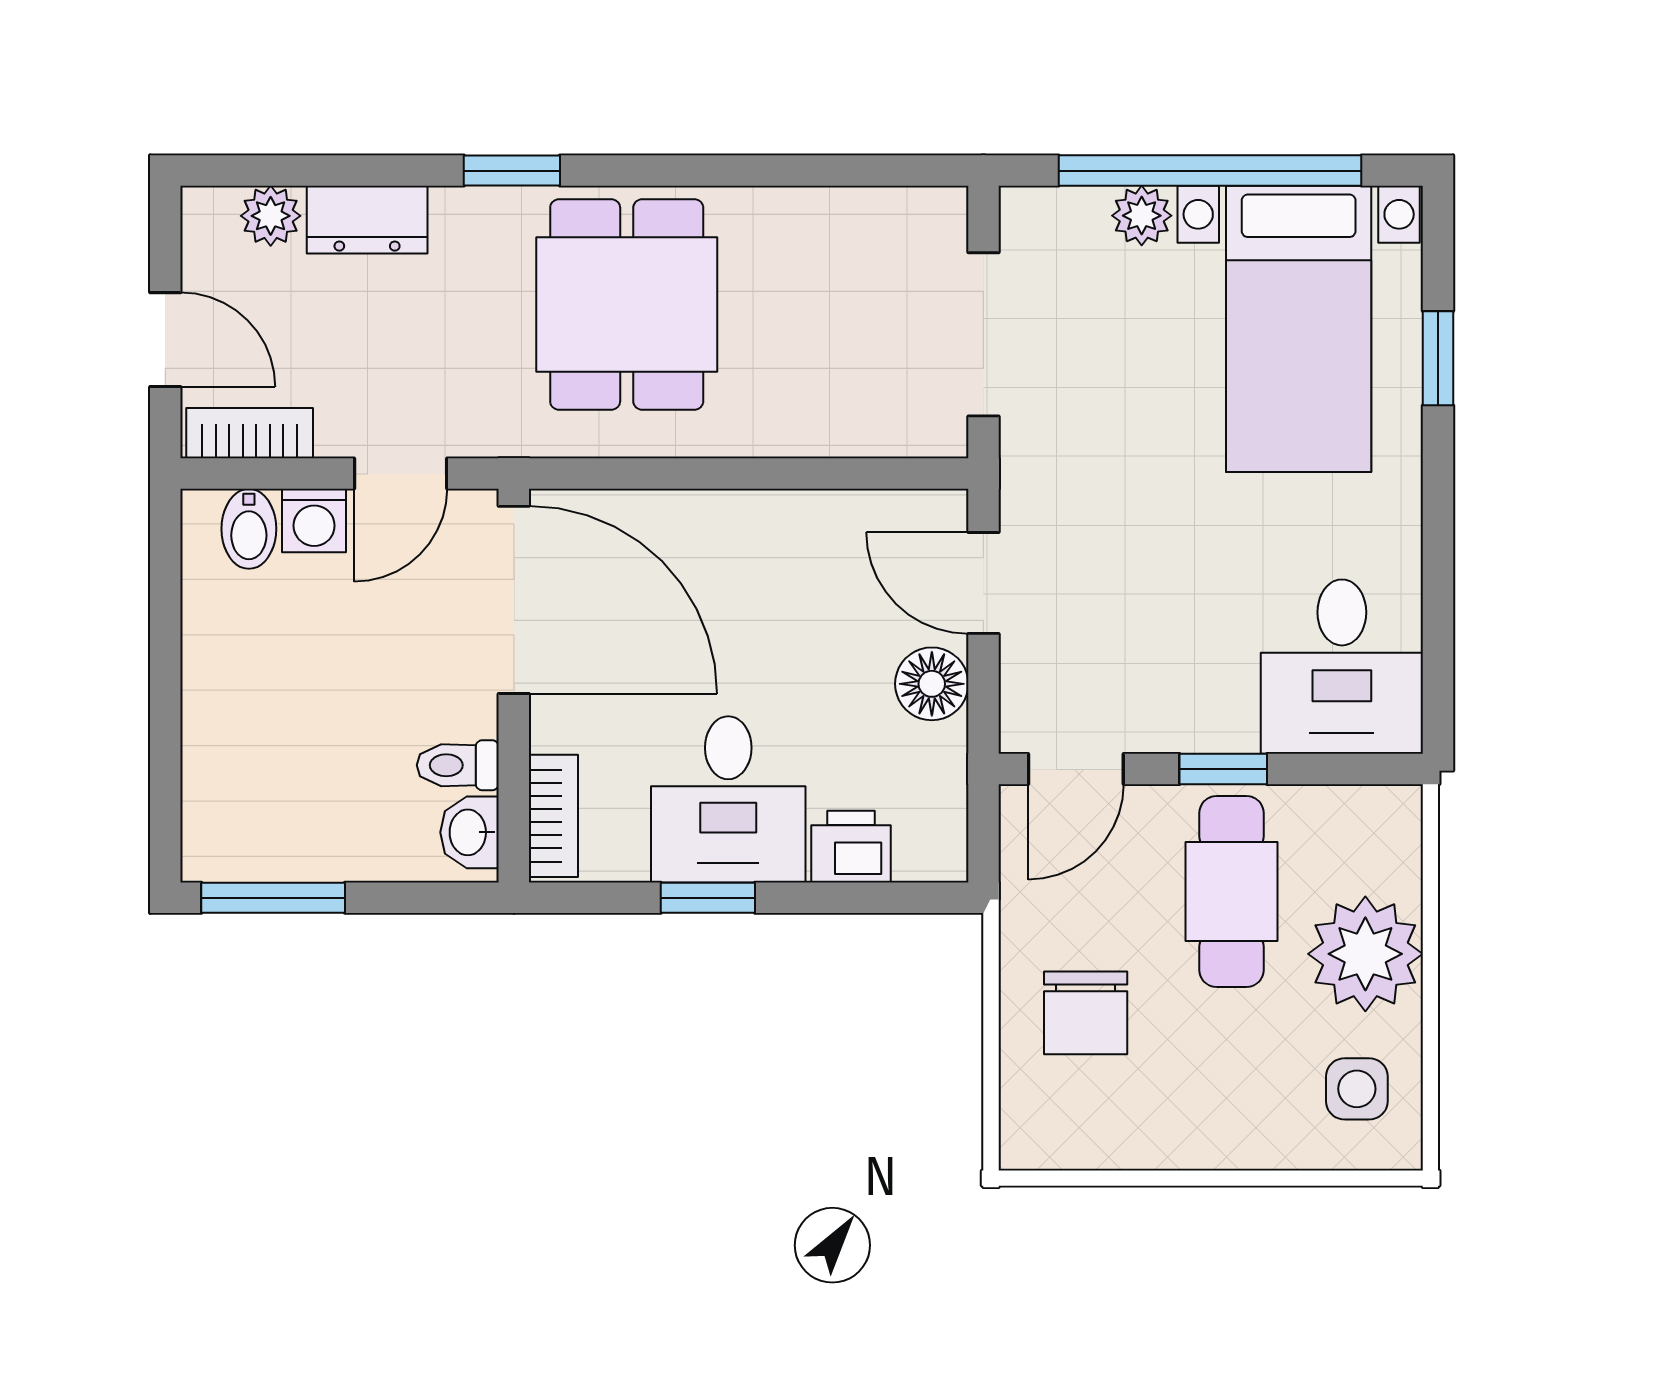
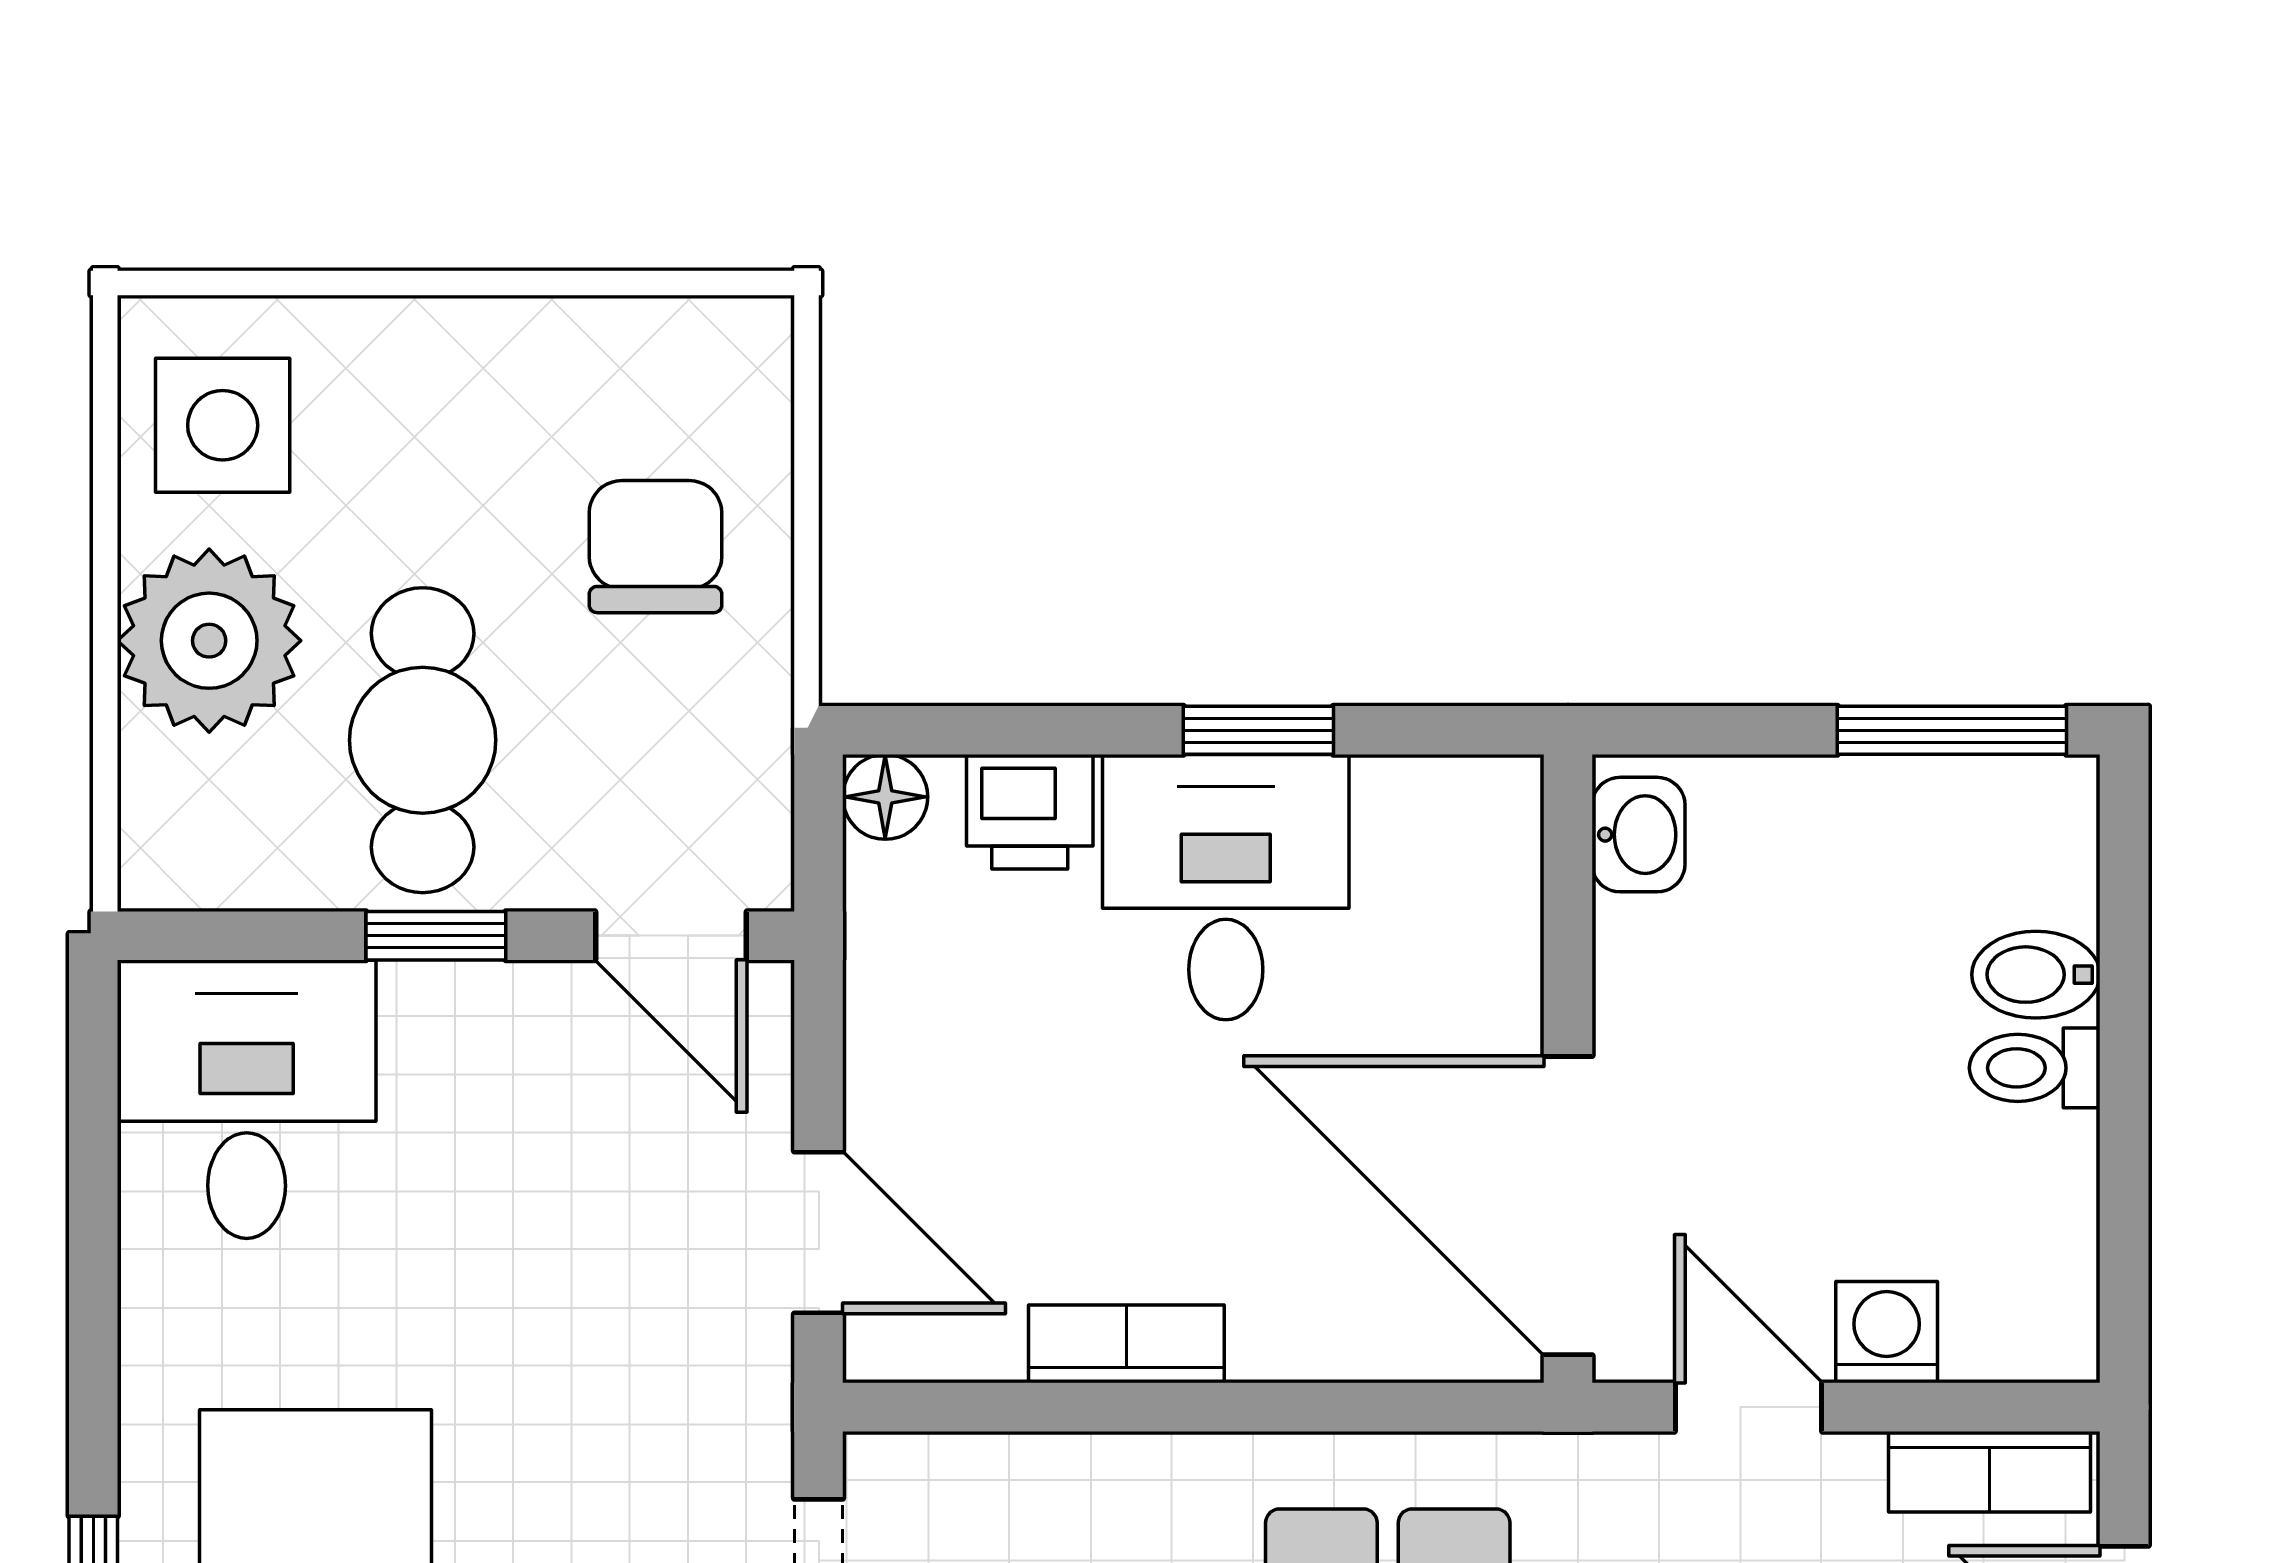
door: (401, 474) -> (1749, 1407), hinge flipped
bidet: (249, 529) -> (2036, 975), moved, turned -90
floor lamp: (932, 684) -> (885, 797), moved, width x0.73, depth x0.73
toilet: (458, 765) -> (2035, 1068), moved, turned 180
door: (1076, 769) -> (671, 936), swing flipped
bookcase: (553, 816) -> (1126, 1344), moved, turned 90
side table: (1357, 1089) -> (223, 425), width x1.37, depth x1.37

